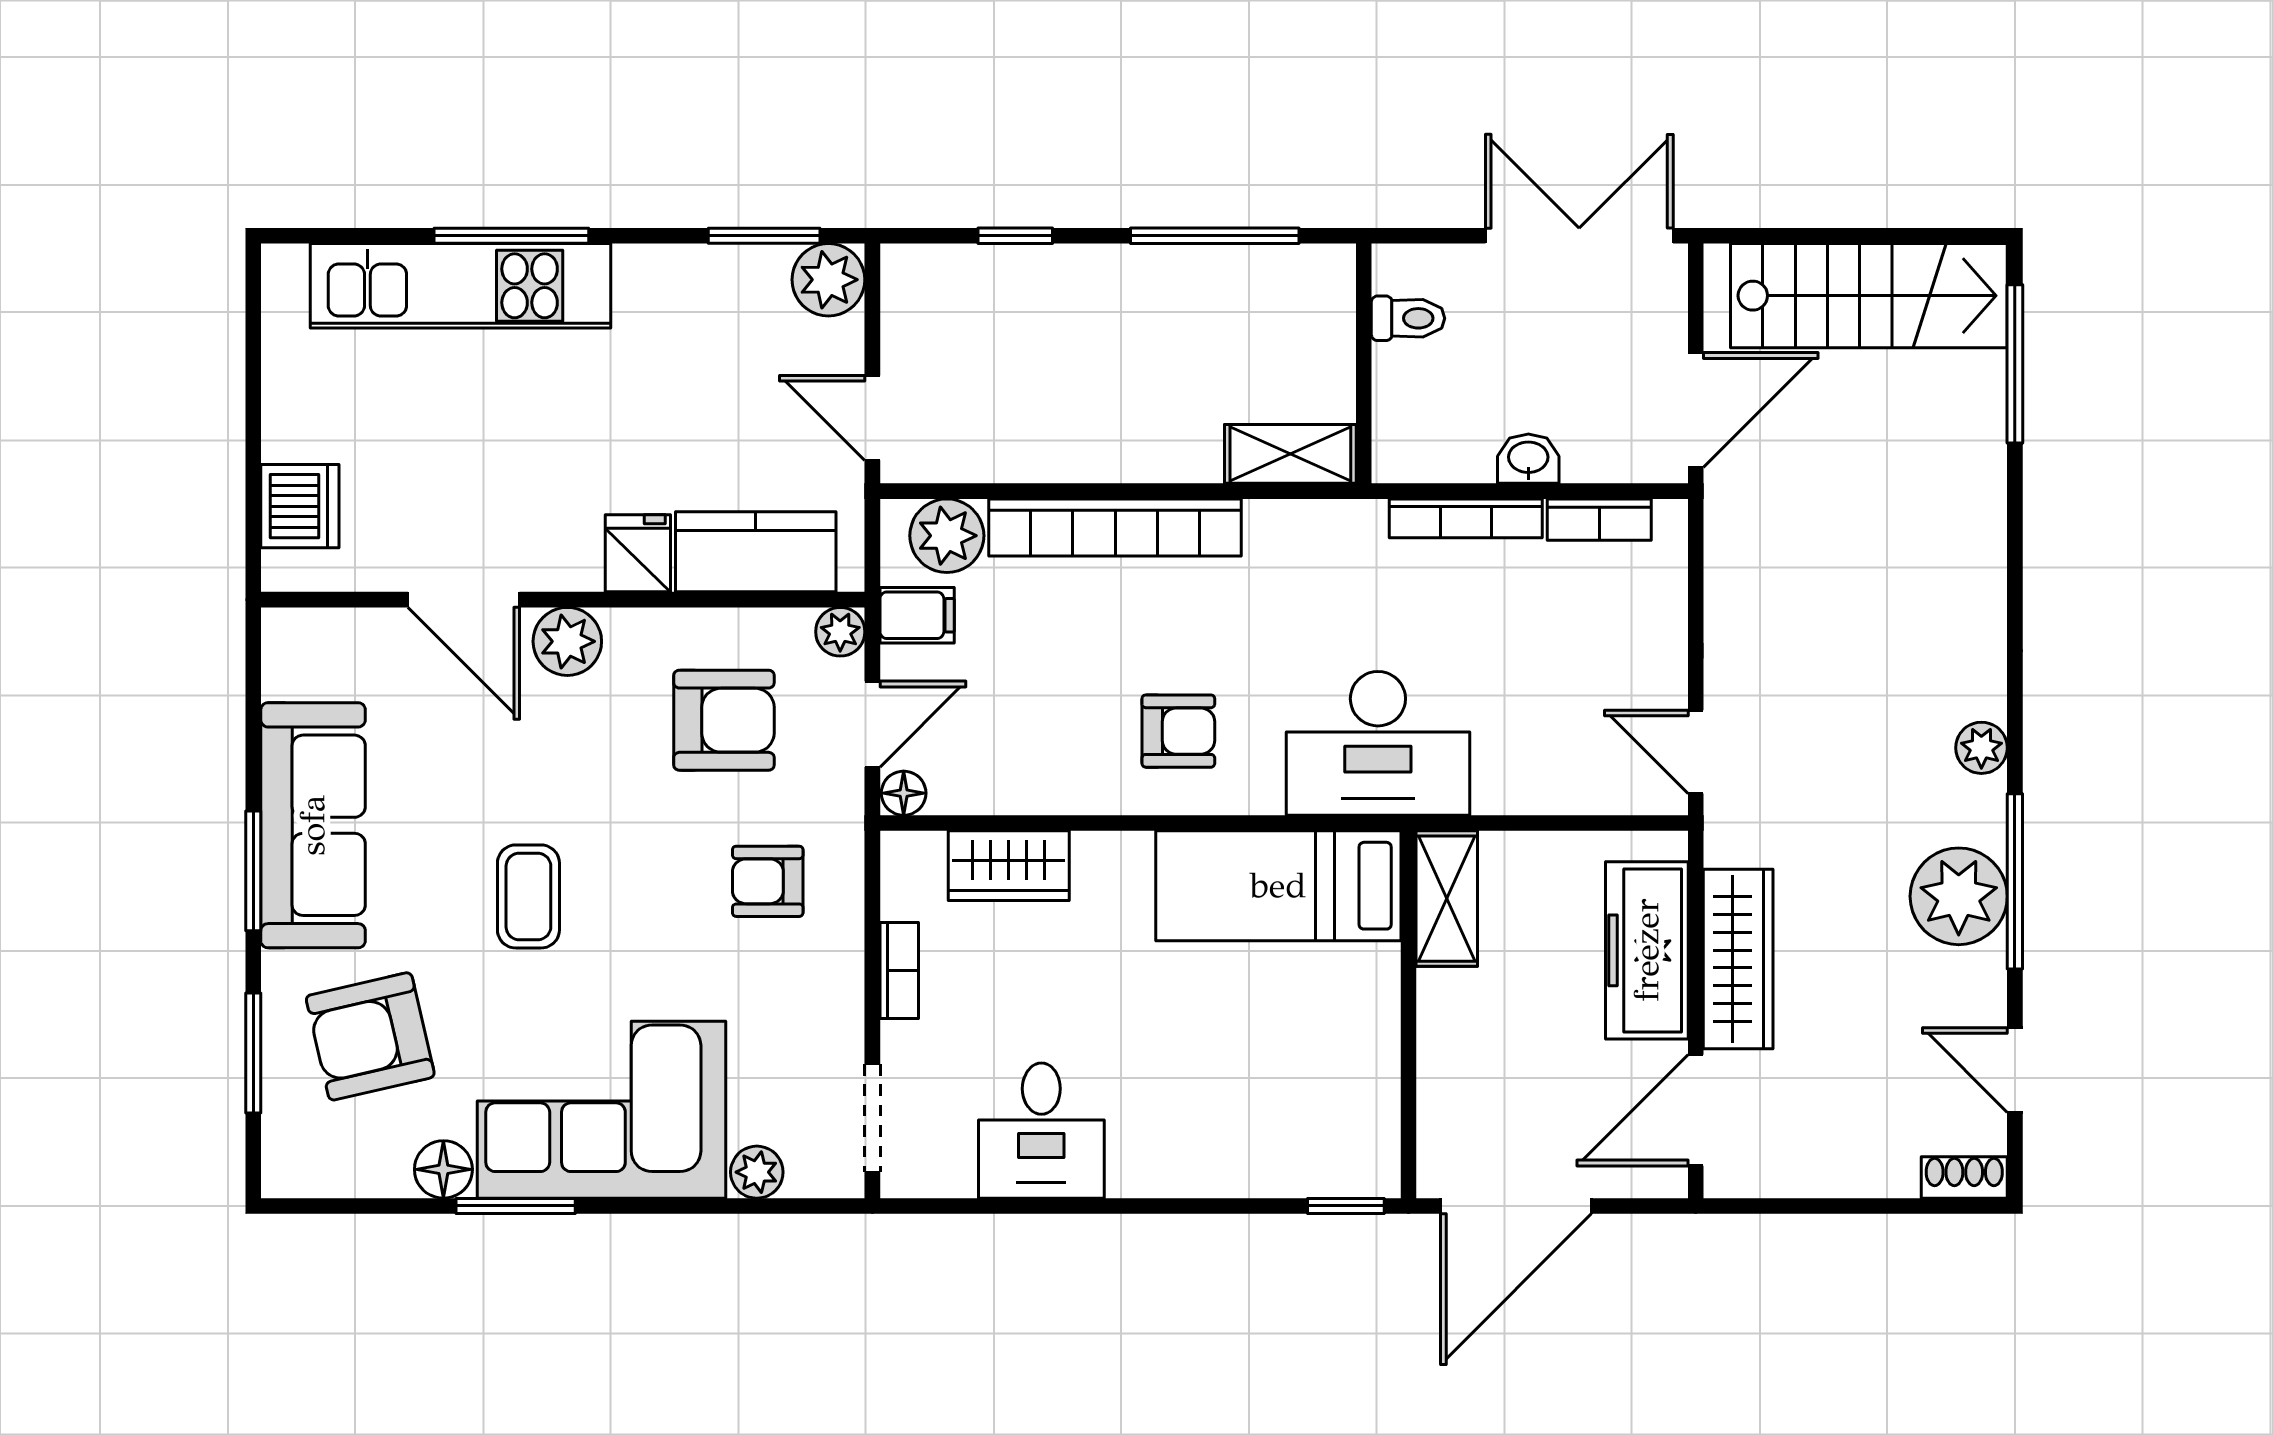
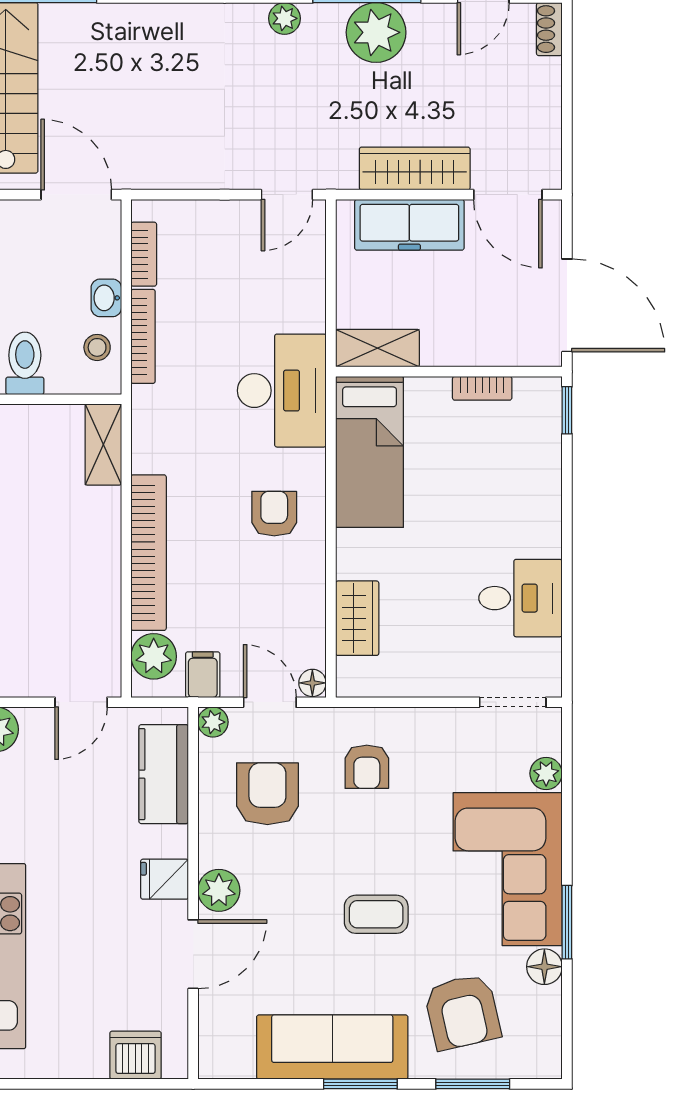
toilet: (1408, 318) -> (25, 363), width x1.37, depth x1.39
stool: (1448, 444) -> (97, 347), added
fridge: (638, 553) -> (165, 879), moved
bookcase: (899, 971) -> (482, 388), moved, turned 180

